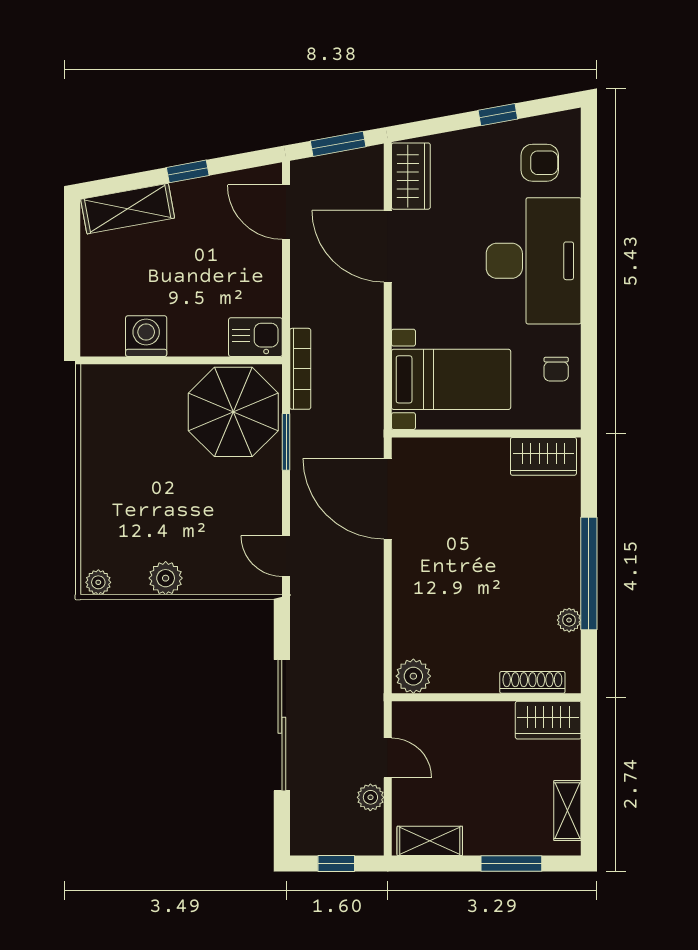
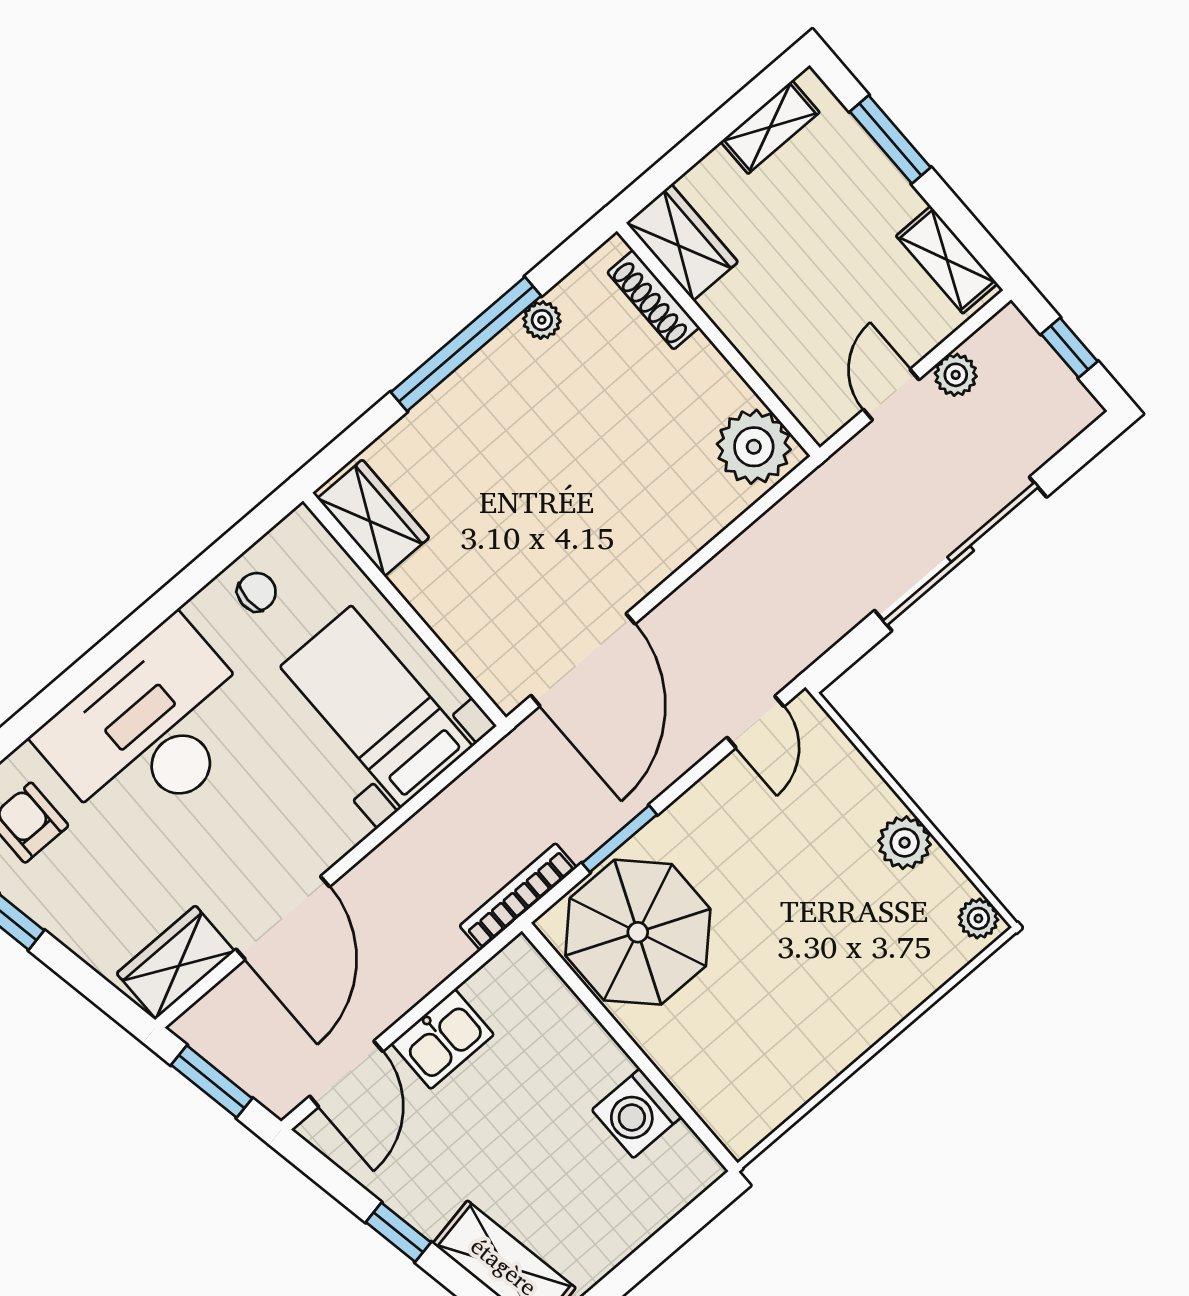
kitchen sink: (255, 337) -> (443, 1039), moved, turned -90
plant: (413, 676) -> (754, 447), width x1.36, depth x1.36

